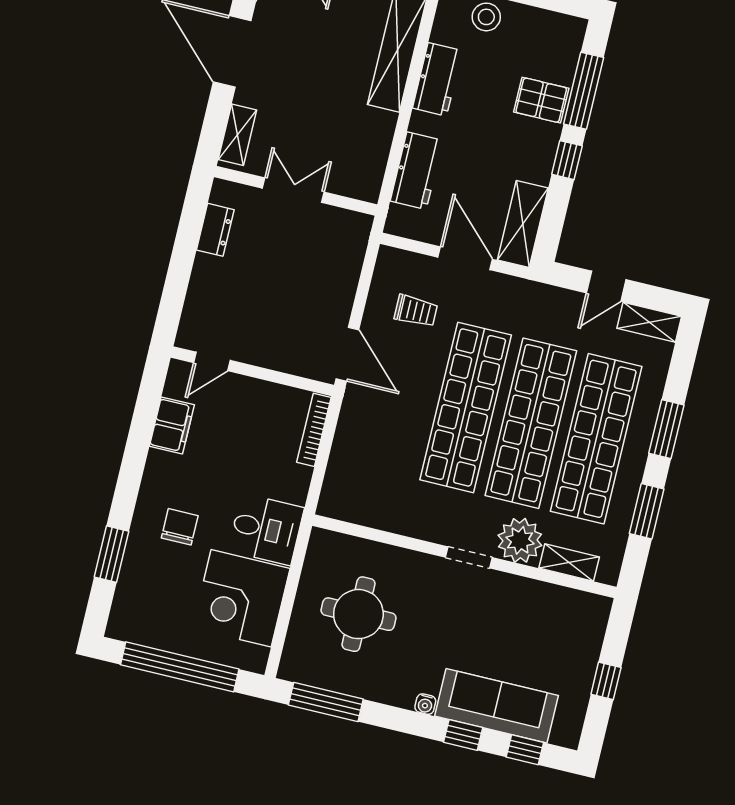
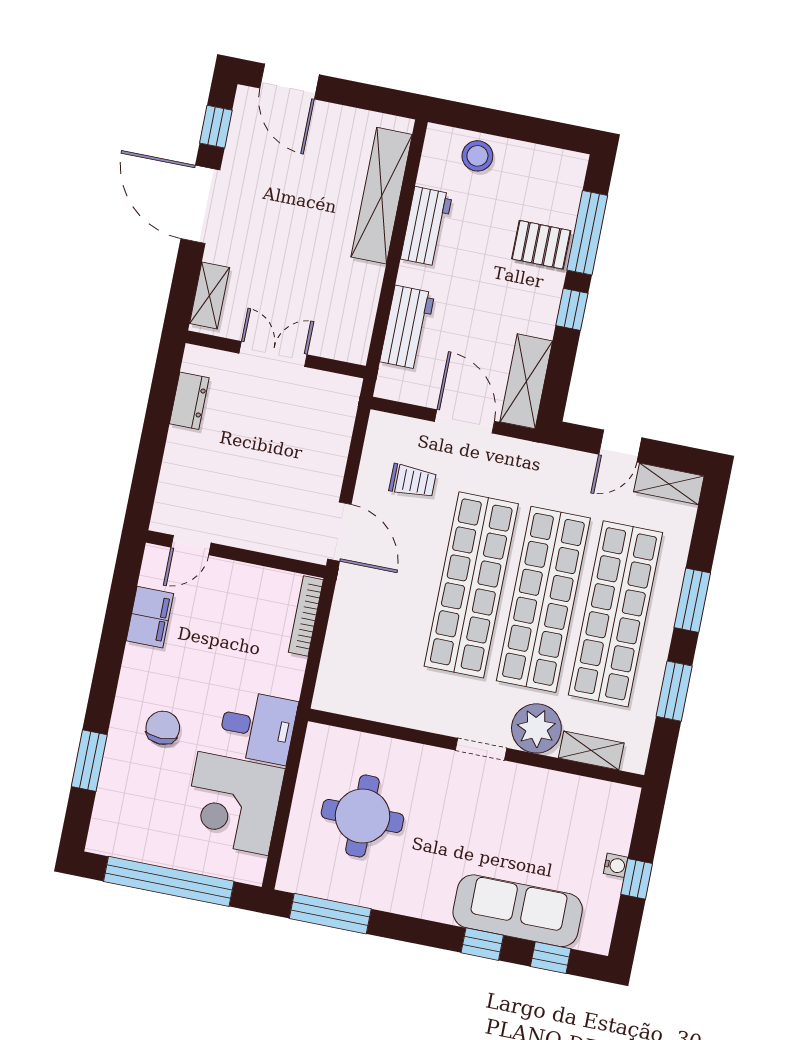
water cooler: (425, 704) -> (616, 865), moved, turned -90

